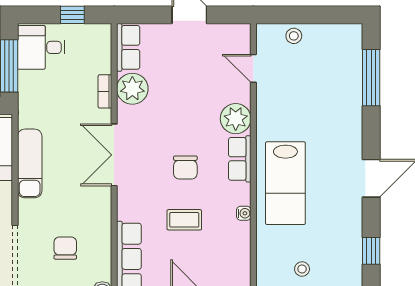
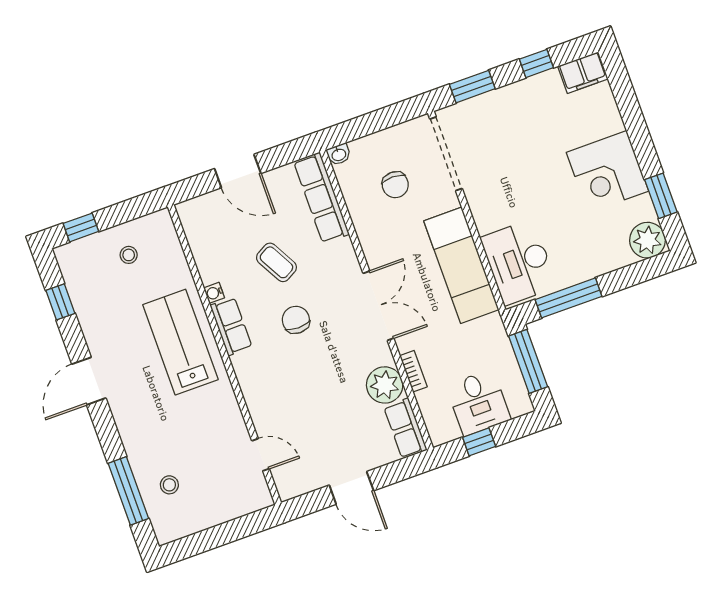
stool: (294, 36) -> (169, 485), moved
desk: (41, 47) -> (478, 403), moved, turned 90
plant: (236, 119) -> (260, 393), removed
row of seats: (240, 159) -> (231, 326), moved
exam couch: (30, 163) -> (461, 265), width x1.36, depth x1.45
coffee table: (184, 220) -> (276, 262), turned 61

